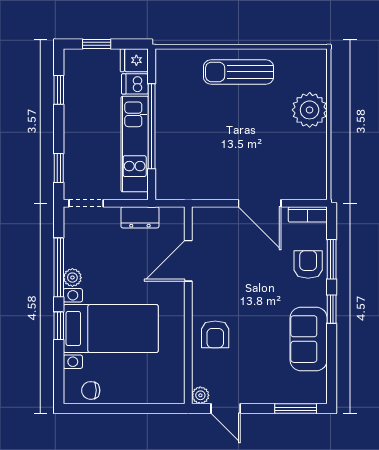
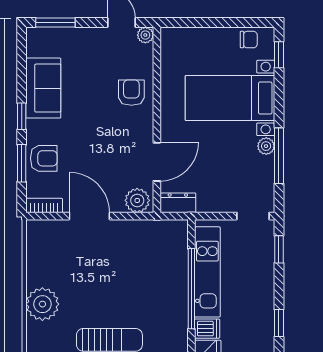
dresser: (140, 217) -> (178, 203), moved
plant: (209, 220) -> (137, 200), added
armchair: (308, 264) -> (44, 158), turned -90
window: (59, 326) -> (279, 55), moved

